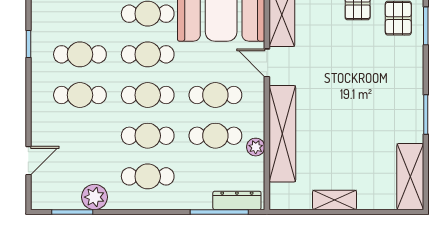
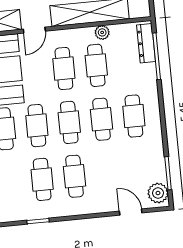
plant: (94, 197) -> (158, 193), moved

